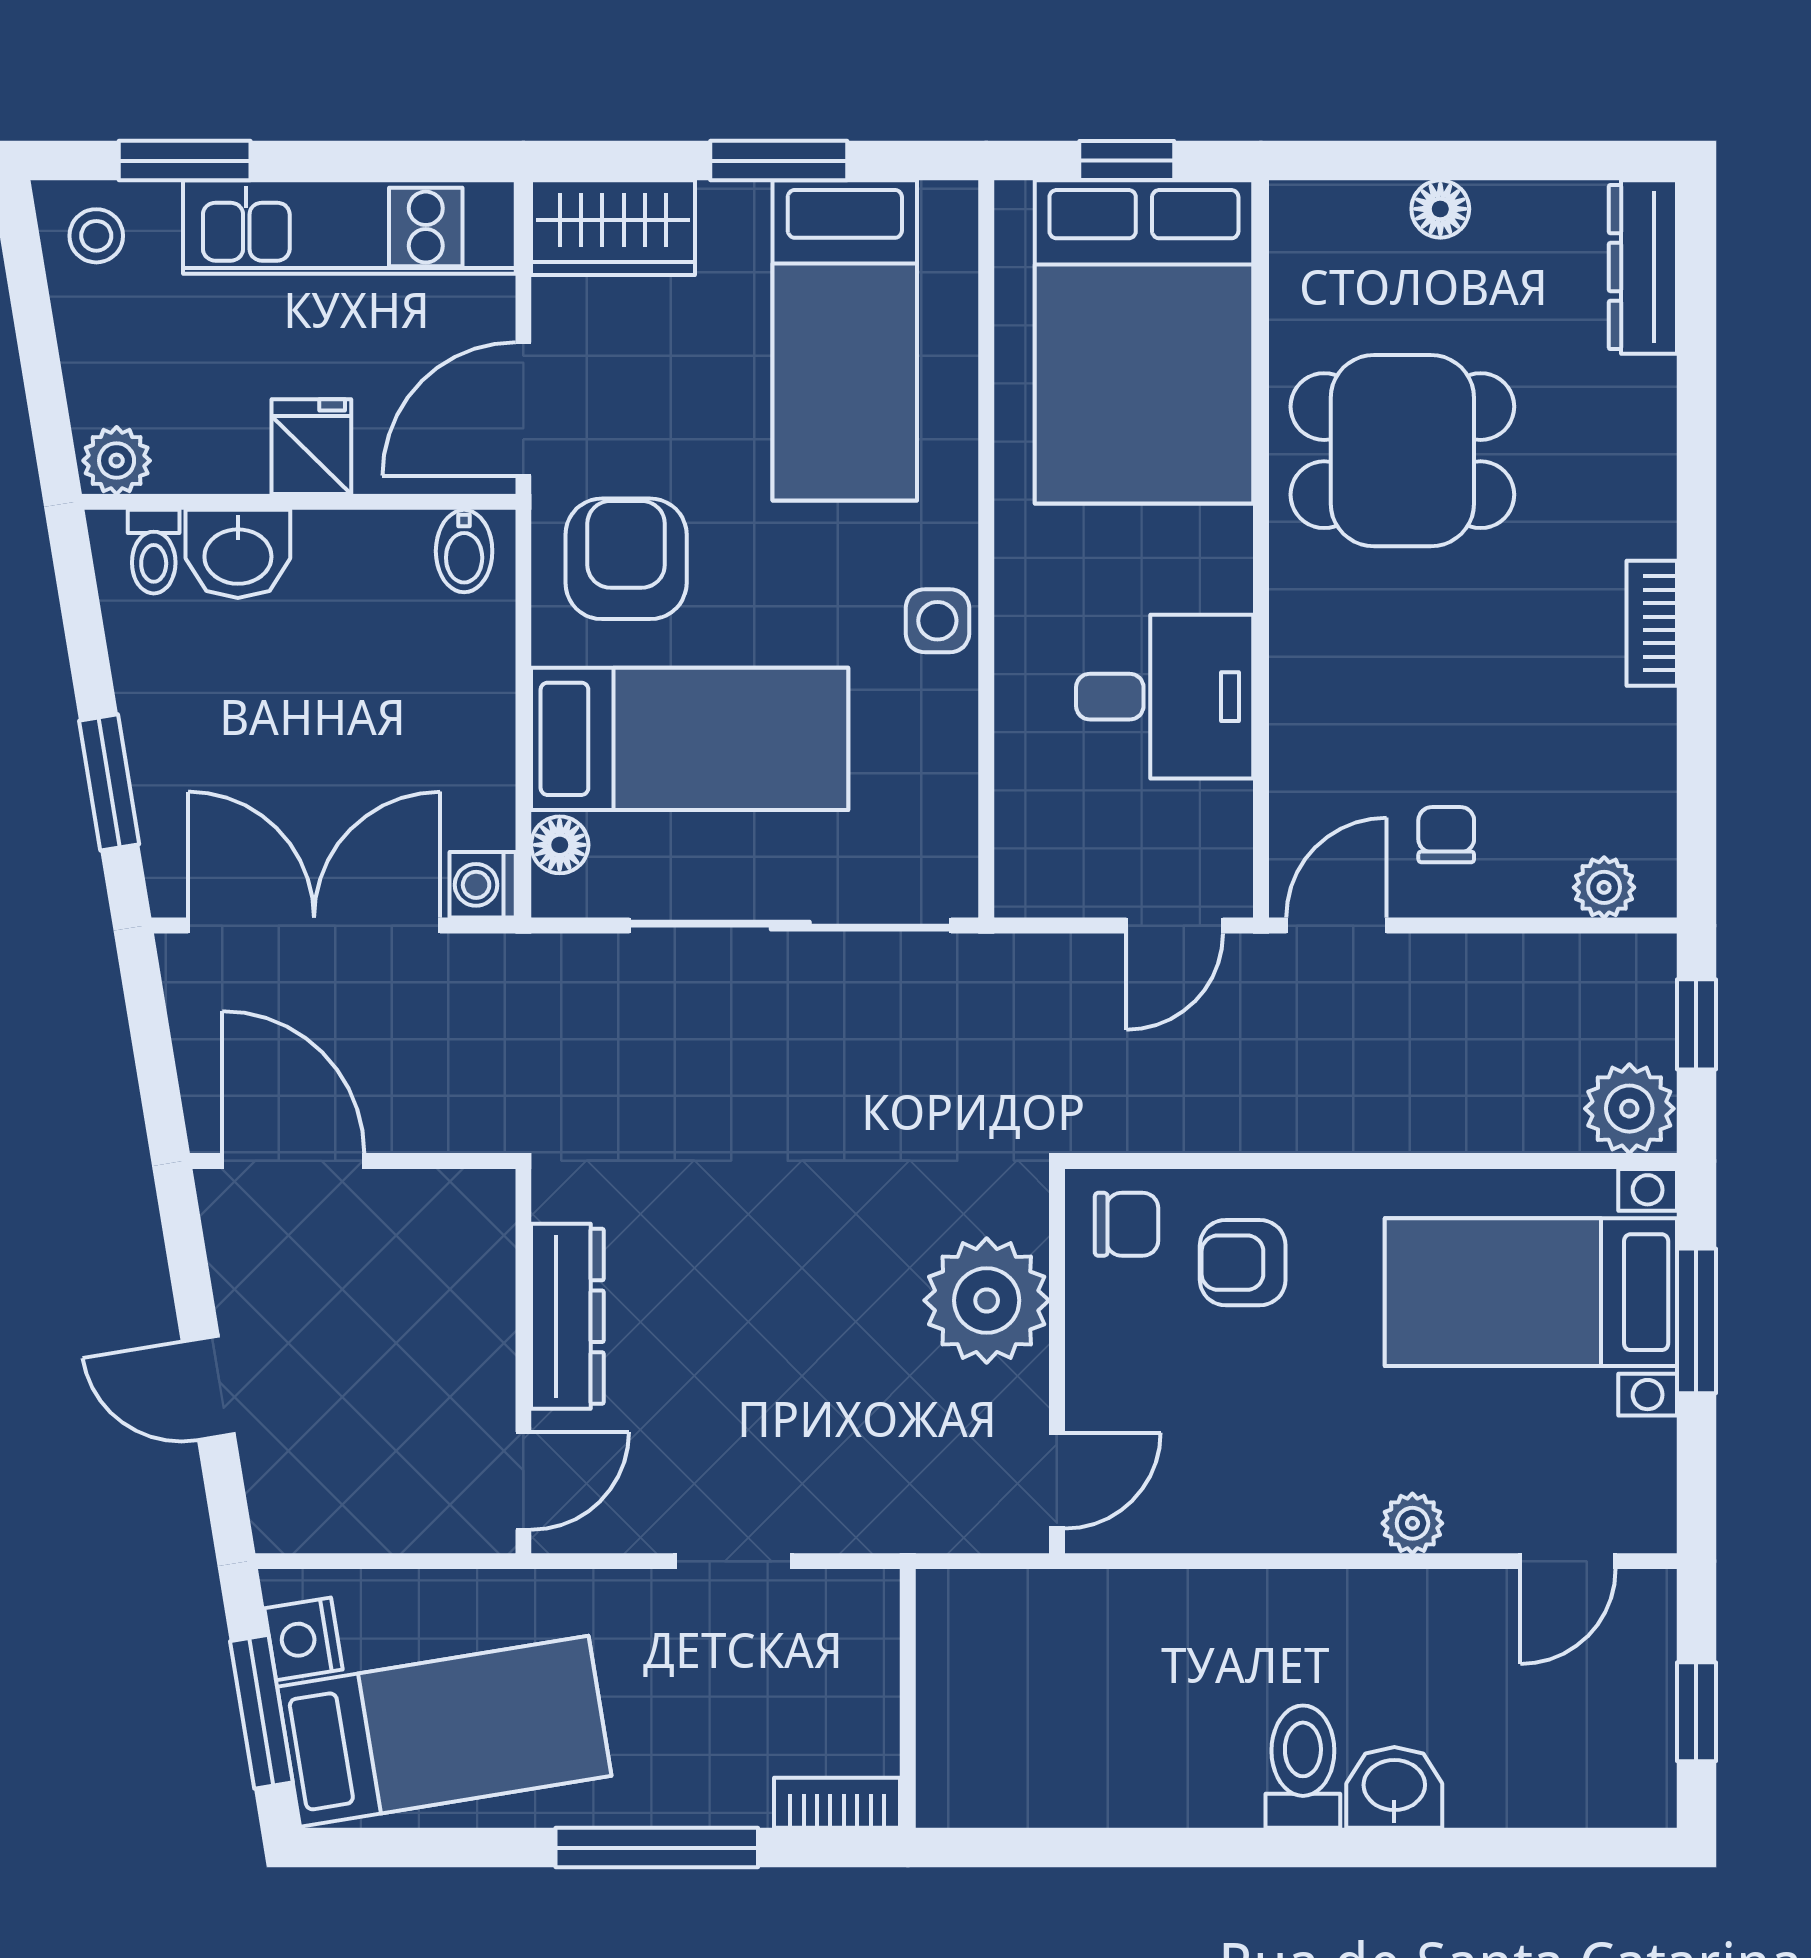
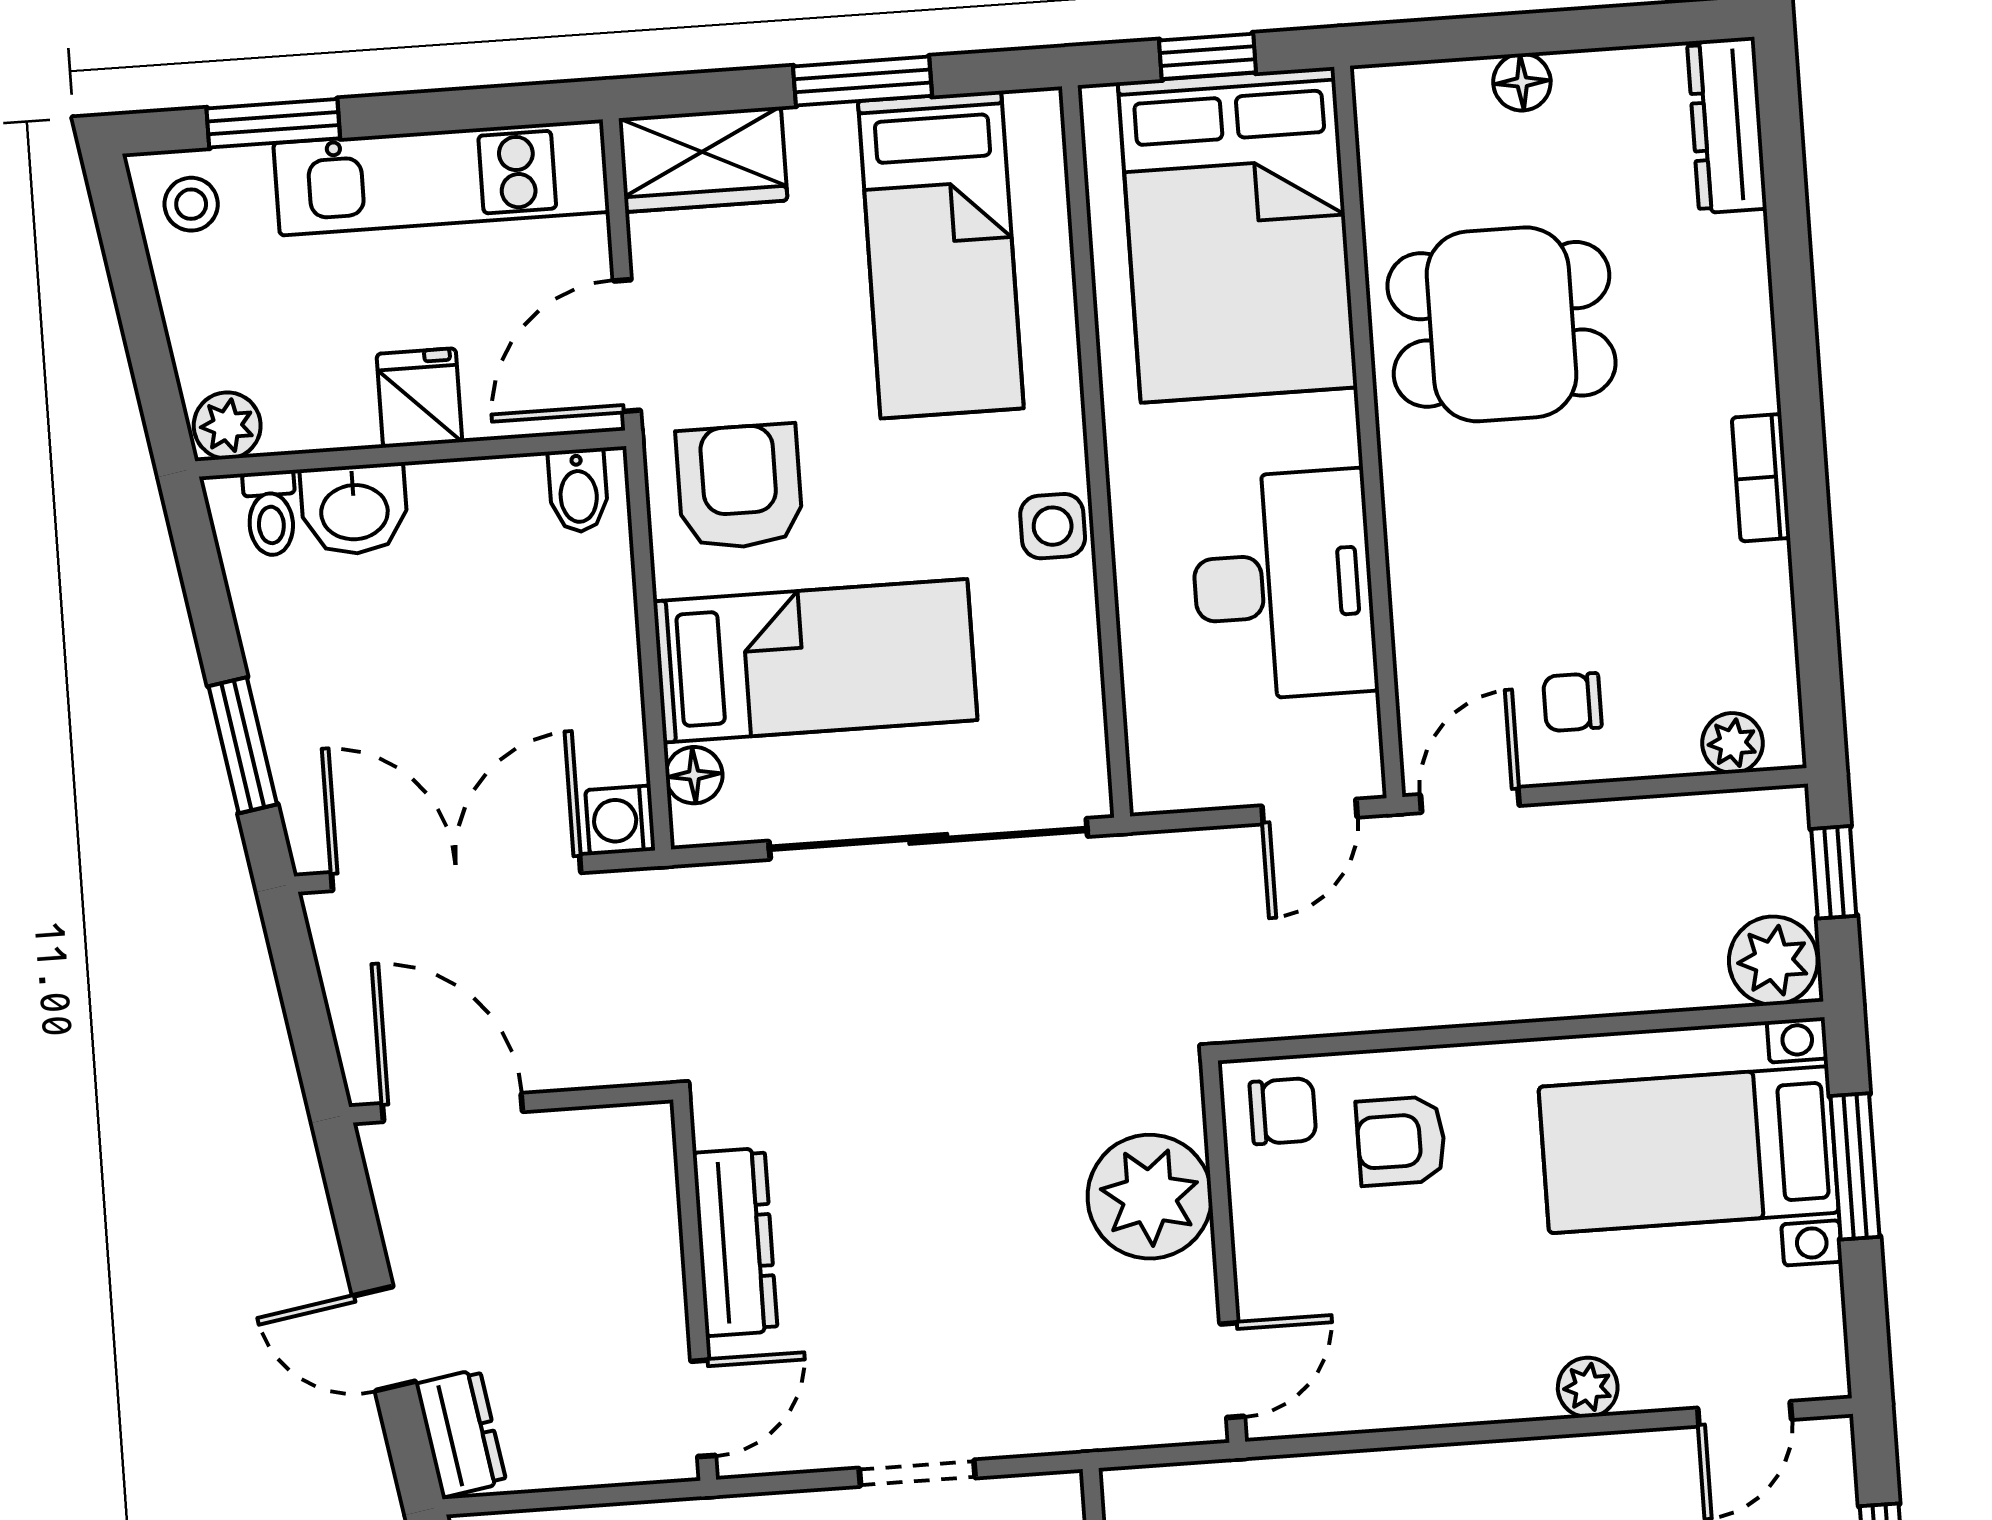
desk: (1165, 697) -> (1283, 585), width x1.37
chair: (1446, 835) -> (1572, 702), turned -90
dresser: (278, 1488) -> (461, 1433), added

